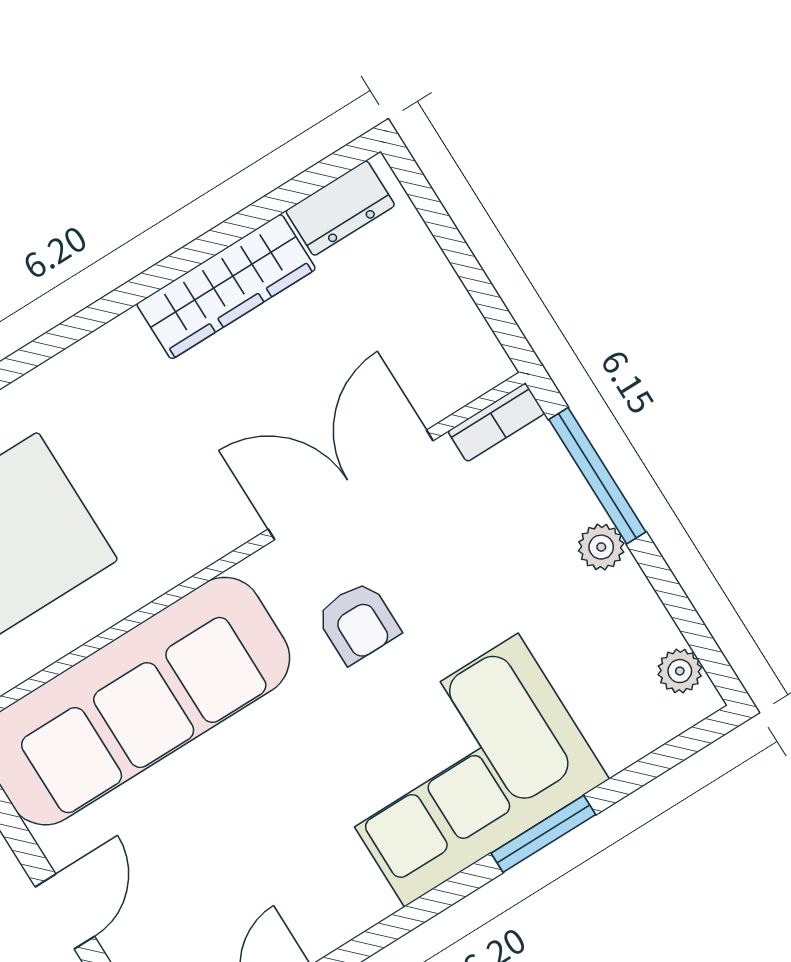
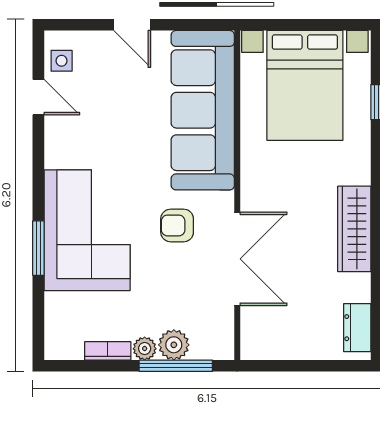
wardrobe: (226, 287) -> (354, 229), moved
bookcase: (496, 422) -> (108, 351), moved, turned 90
plant: (680, 671) -> (174, 345), moved, width x1.38, depth x1.38

